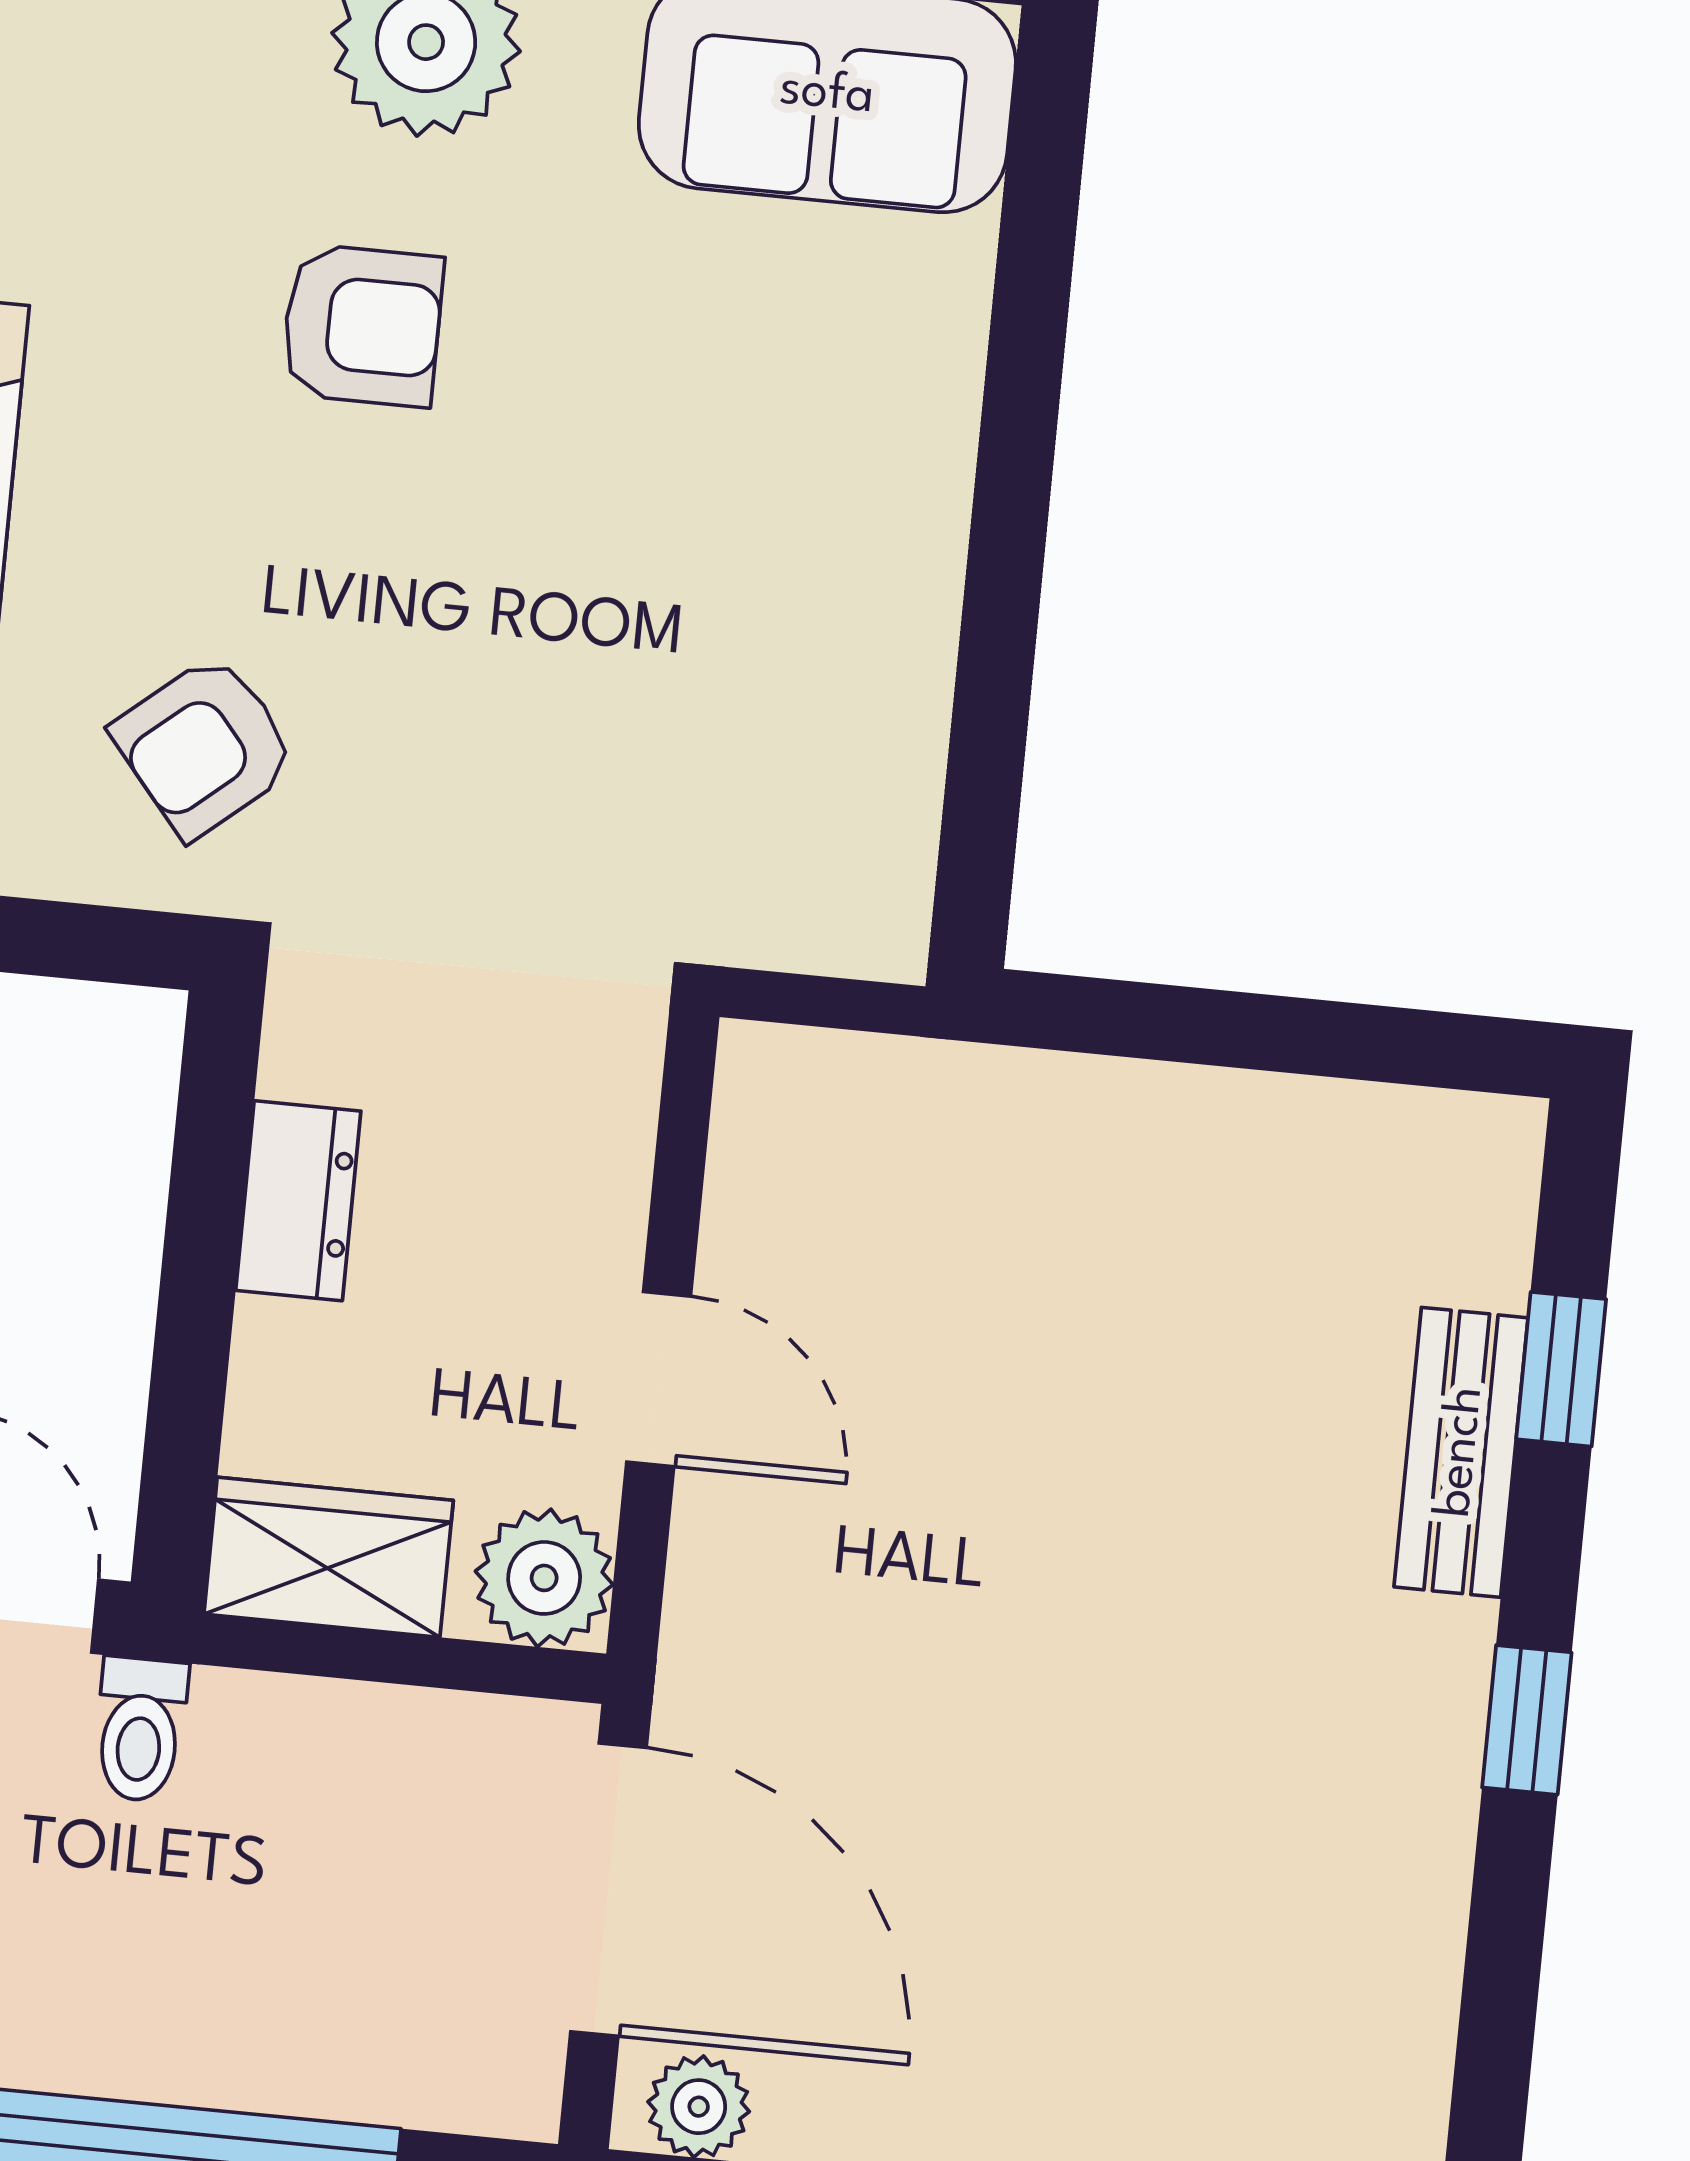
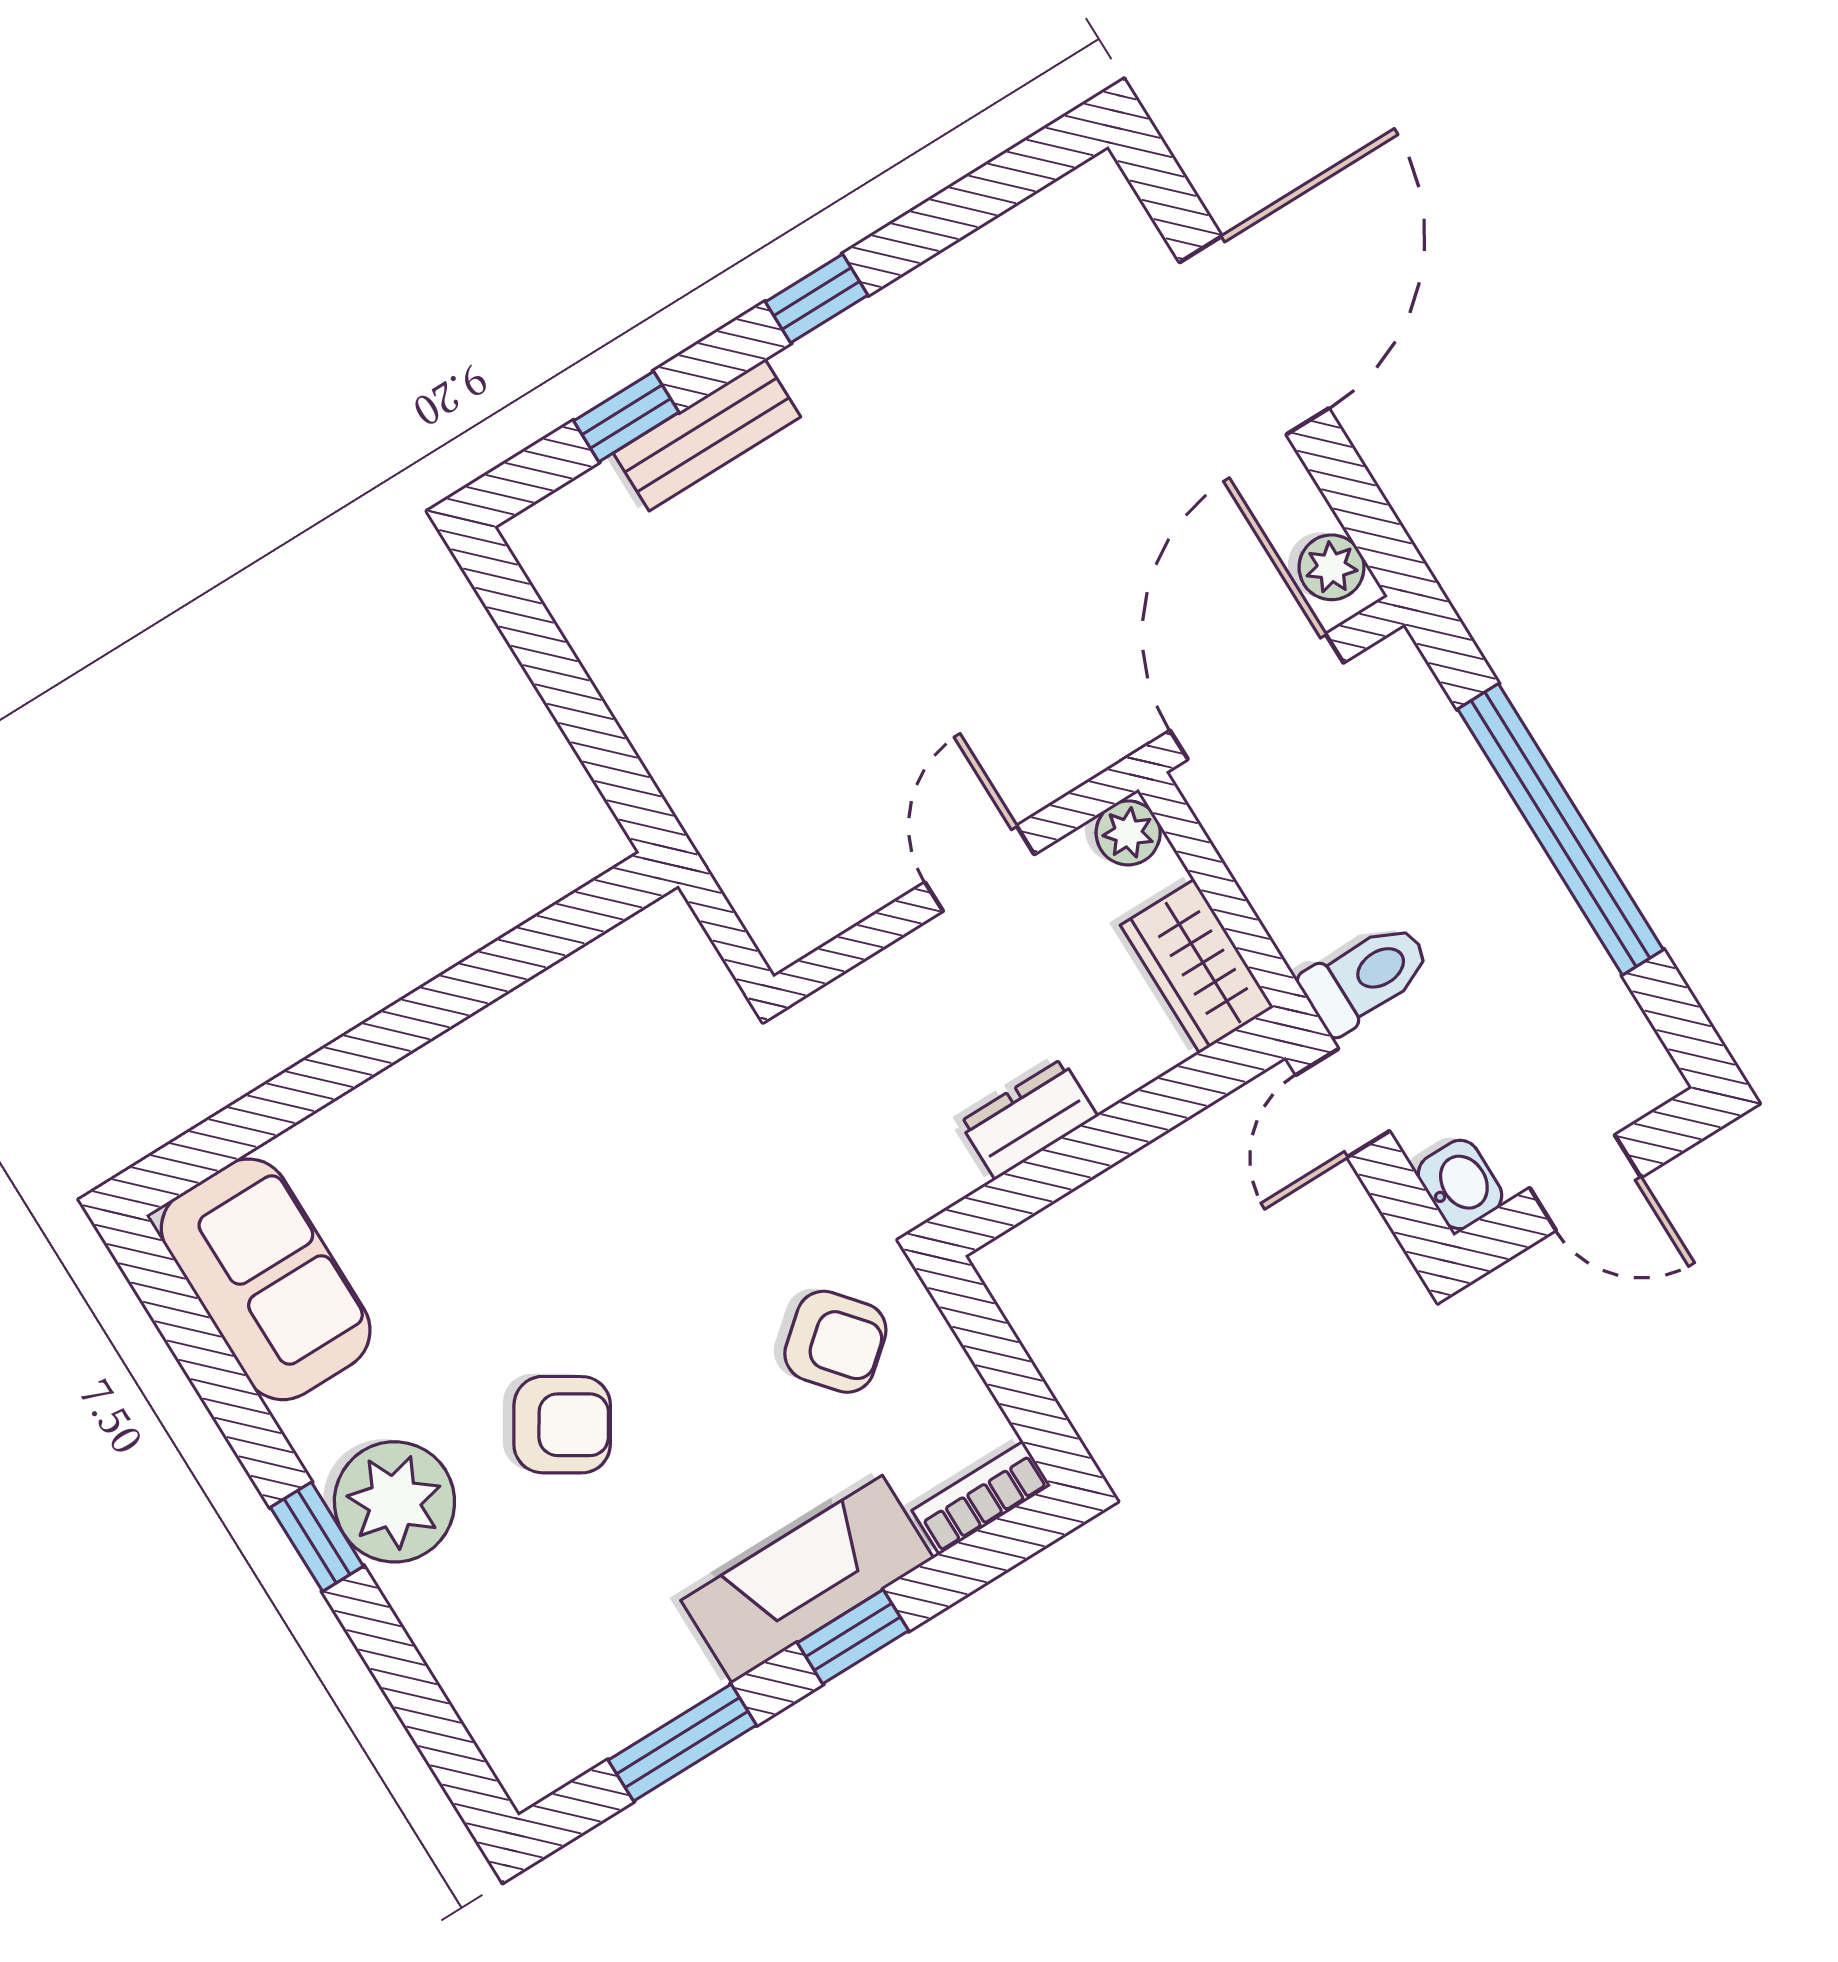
armchair: (362, 325) -> (562, 1425), turned 122
plant: (544, 1578) -> (1128, 833), width x0.73, depth x0.73
toilet: (140, 1729) -> (1366, 977), width x1.37, depth x1.39

